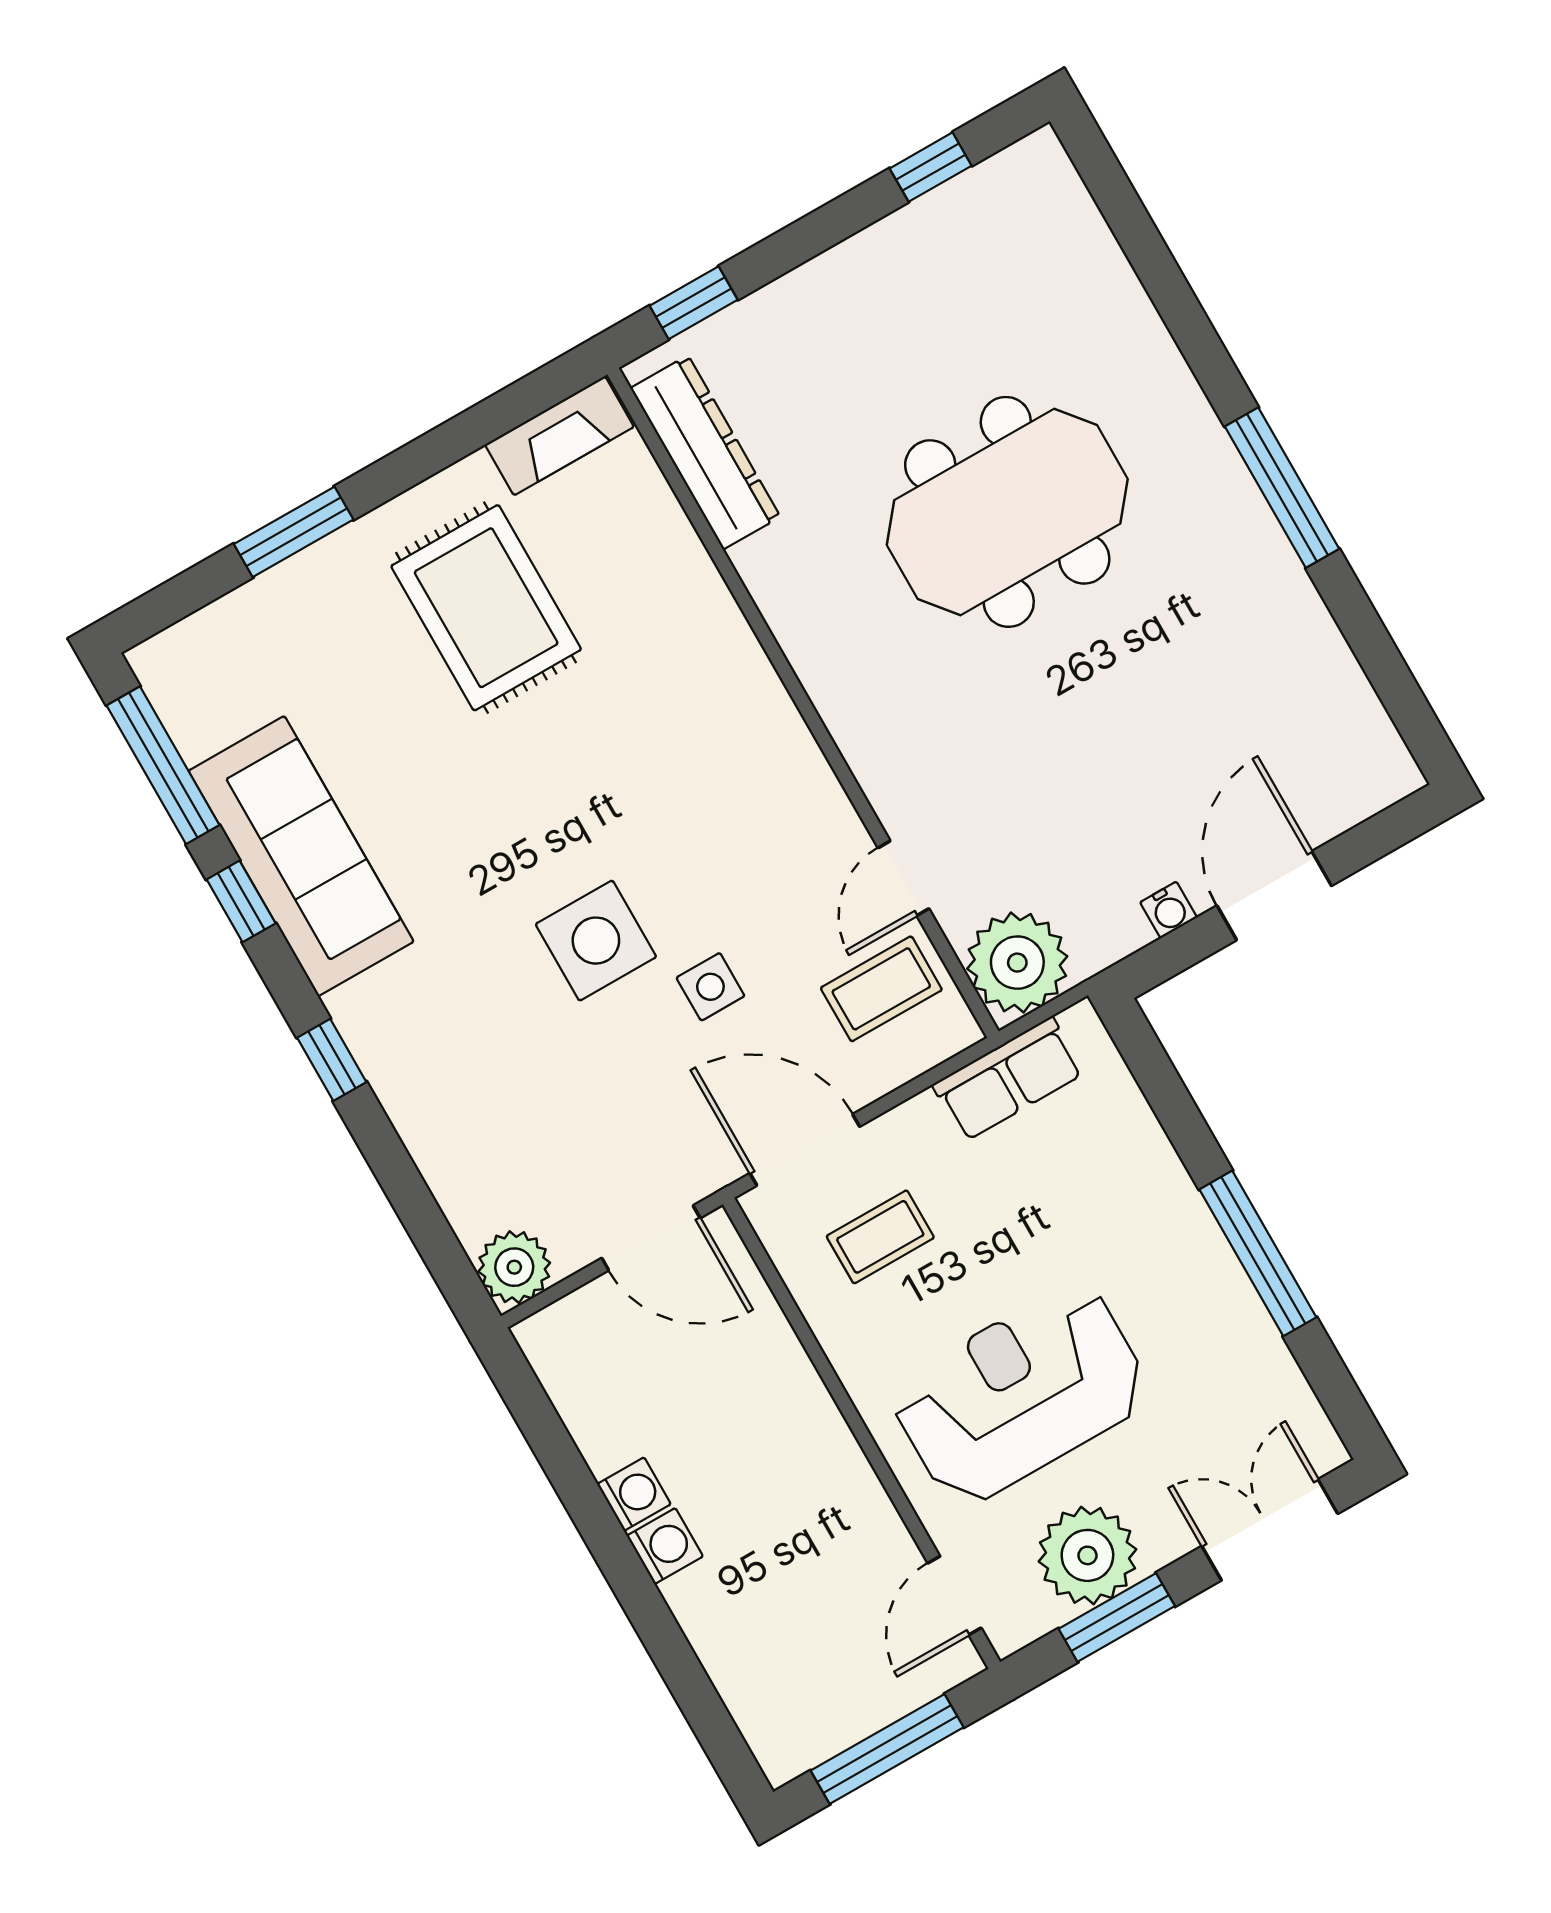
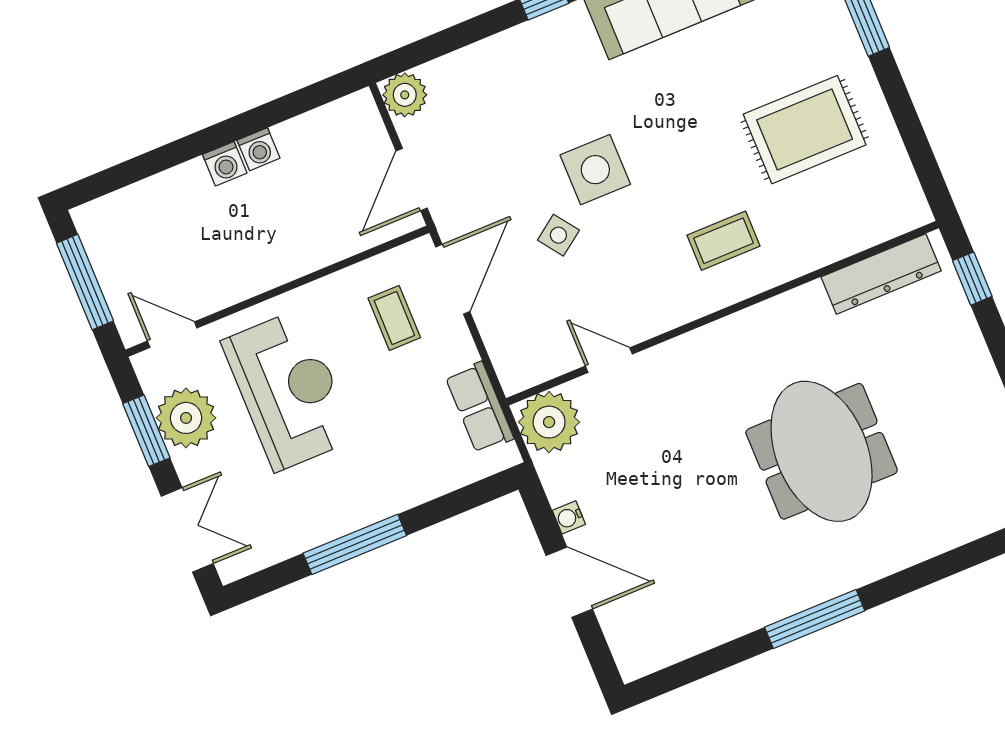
fireplace: (559, 436) -> (903, 187), removed
side table: (710, 987) -> (558, 235), turned -36
coffee table: (881, 989) -> (724, 241), moved, turned 90

